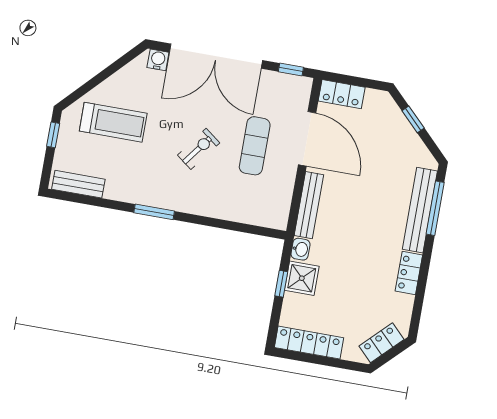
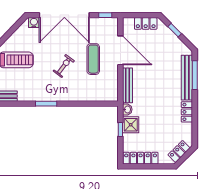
locker: (342, 94) -> (146, 23), moved

